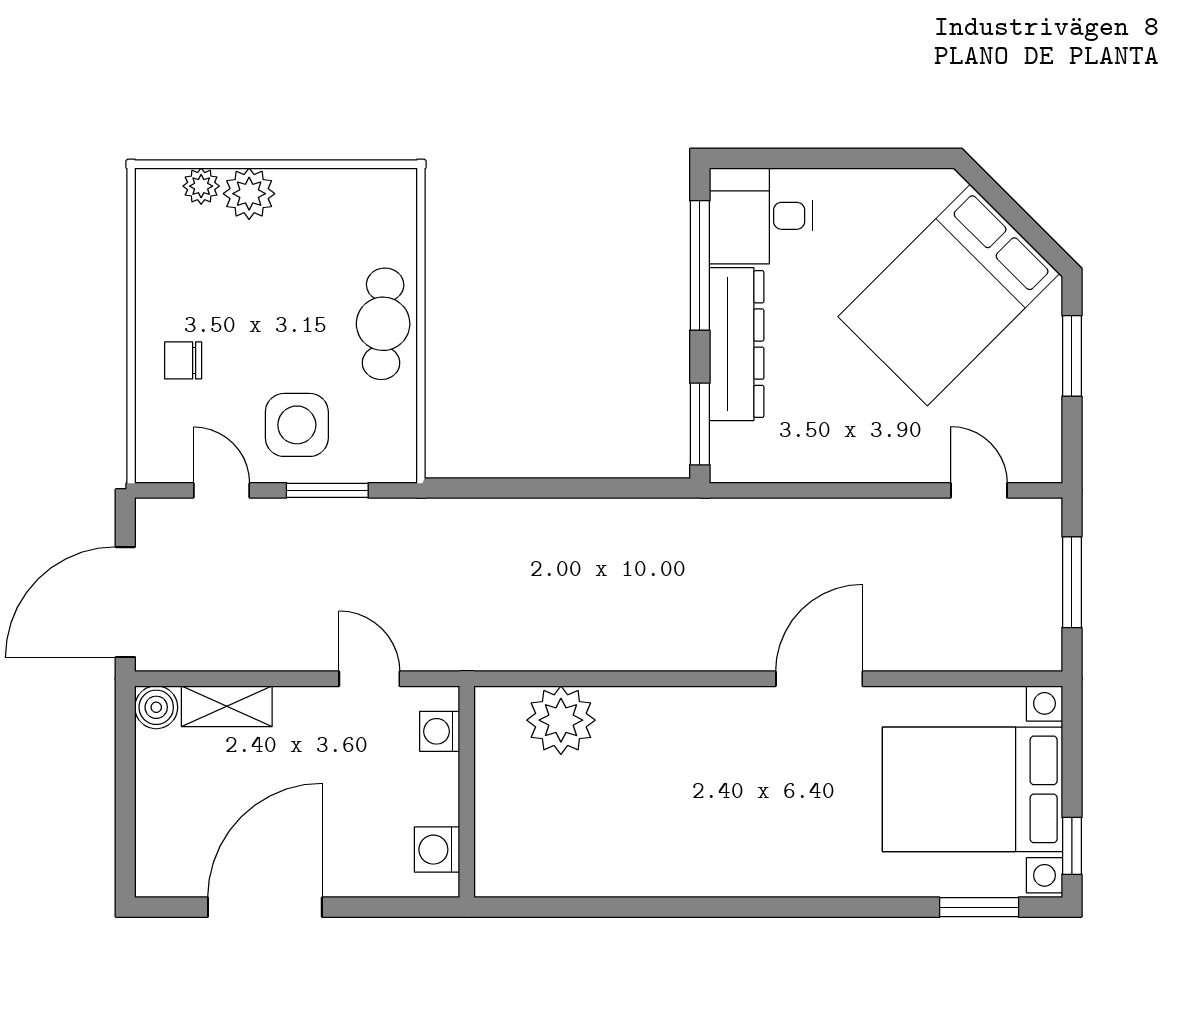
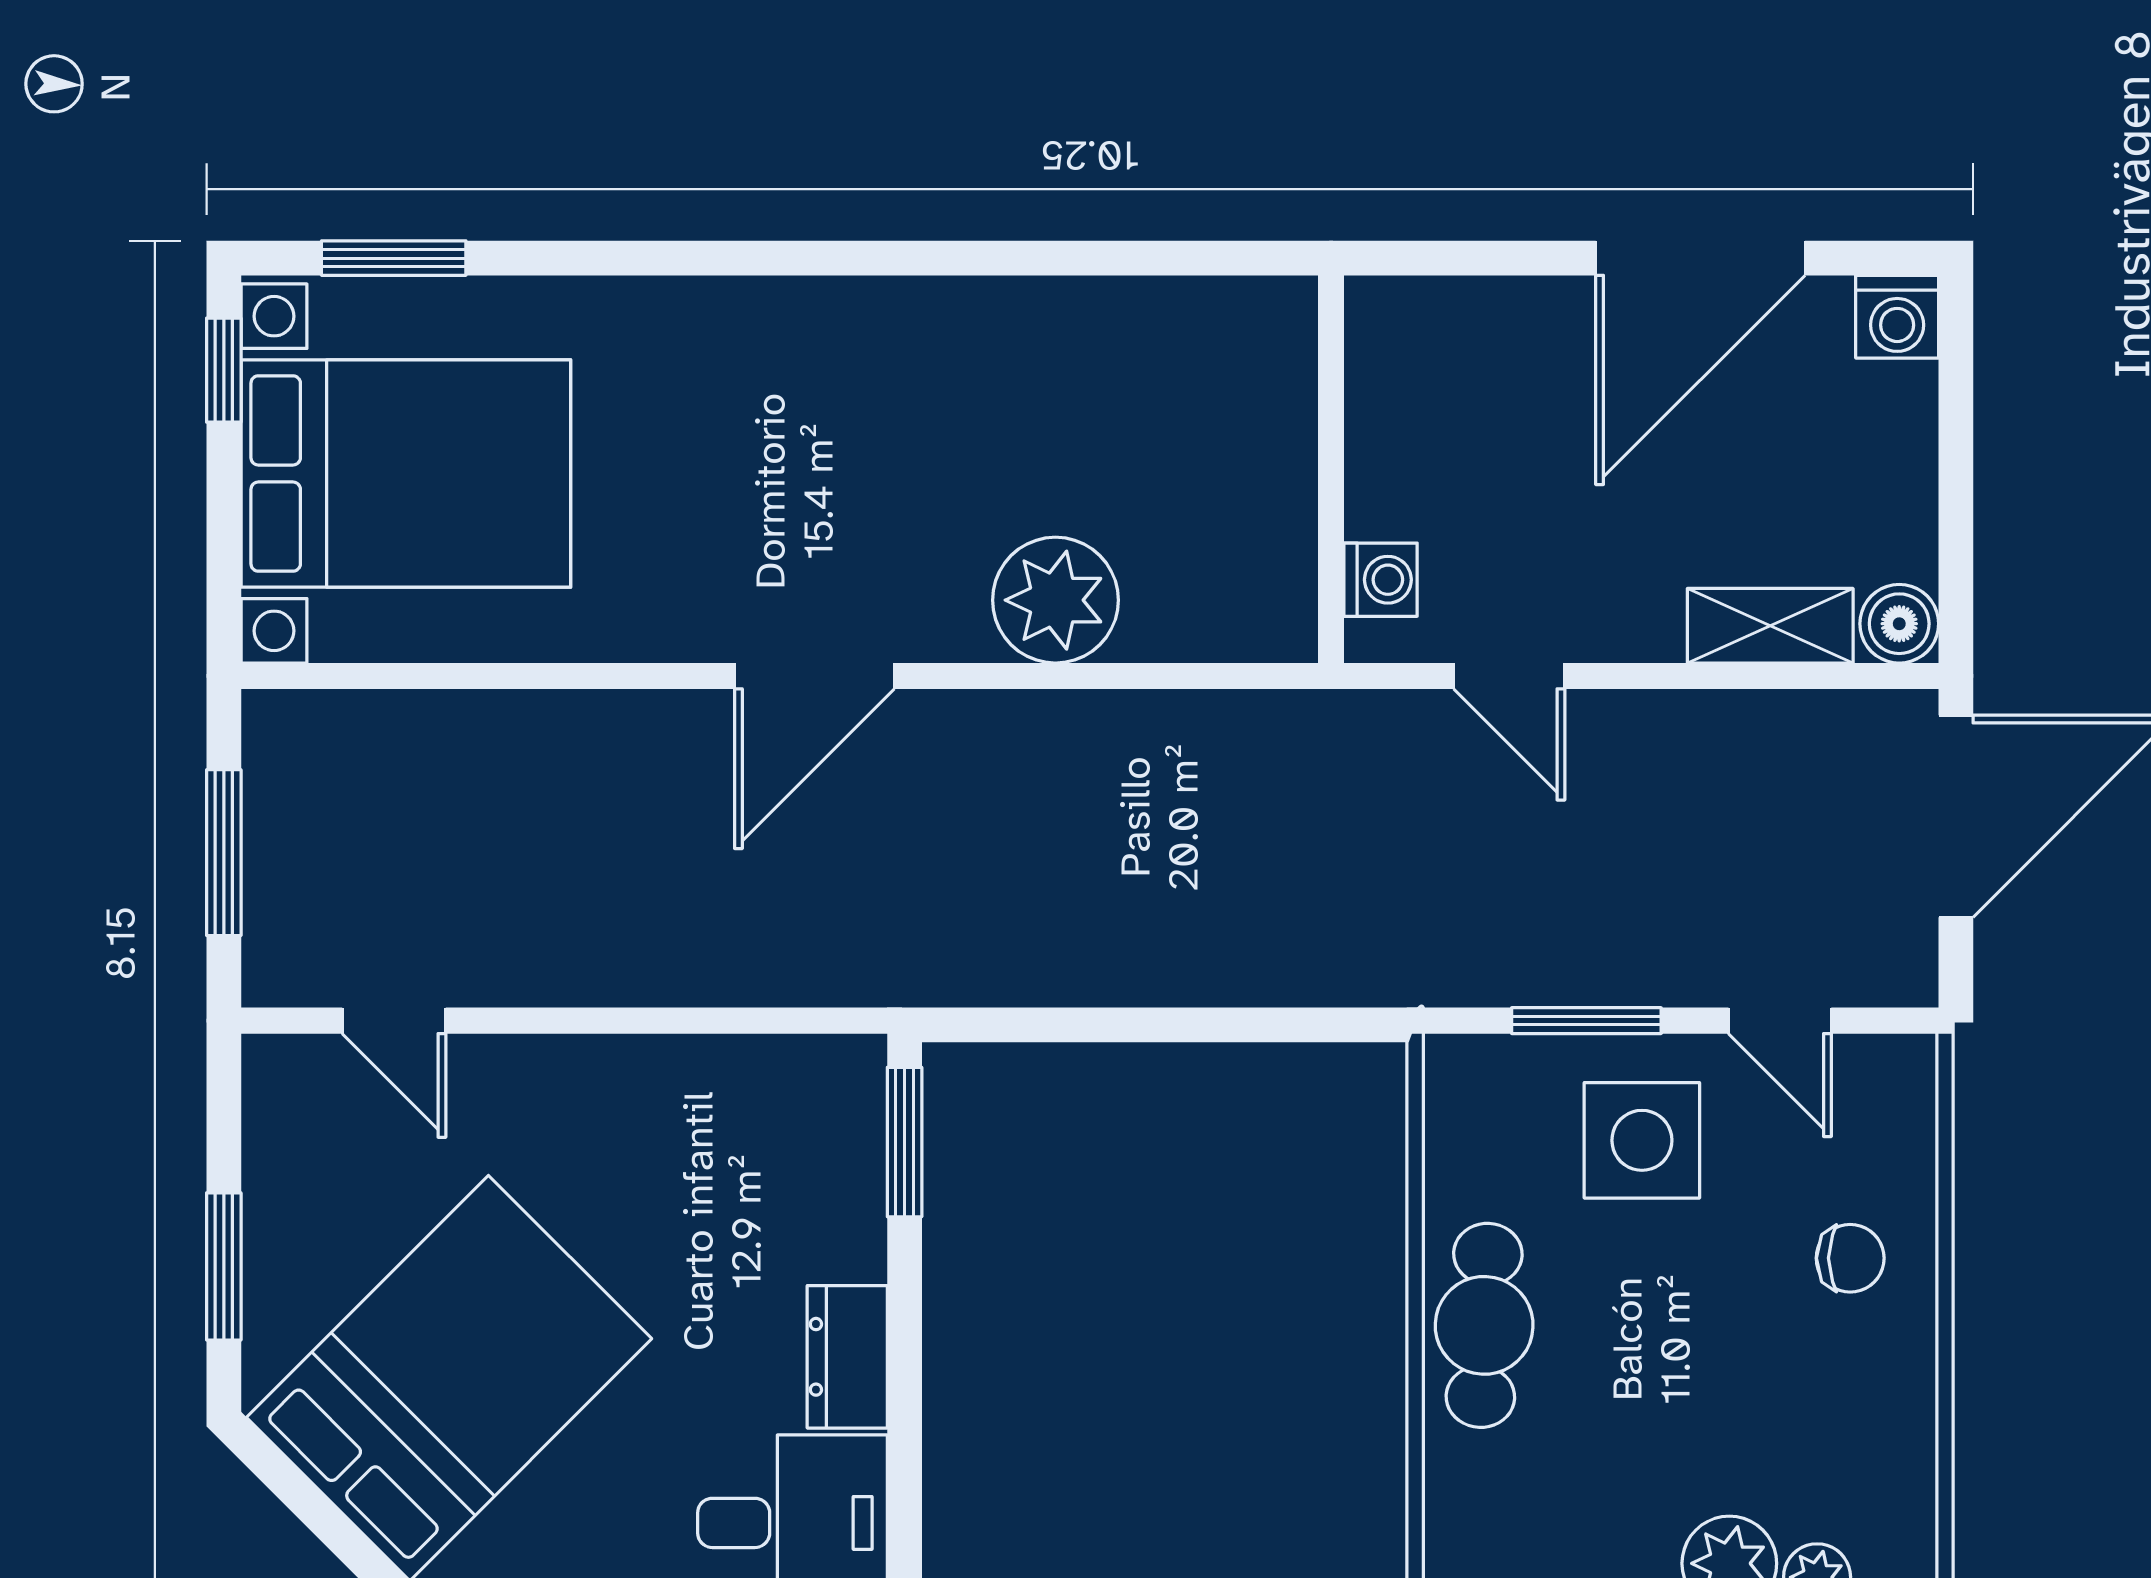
window: (700, 265) -> (905, 1432), removed
dresser: (737, 344) -> (847, 1357), width x0.51, depth x0.80
door: (819, 679) -> (814, 676), moved
plant: (561, 720) -> (1055, 600), moved
washing machine: (437, 850) -> (1897, 317), moved, turned 90

